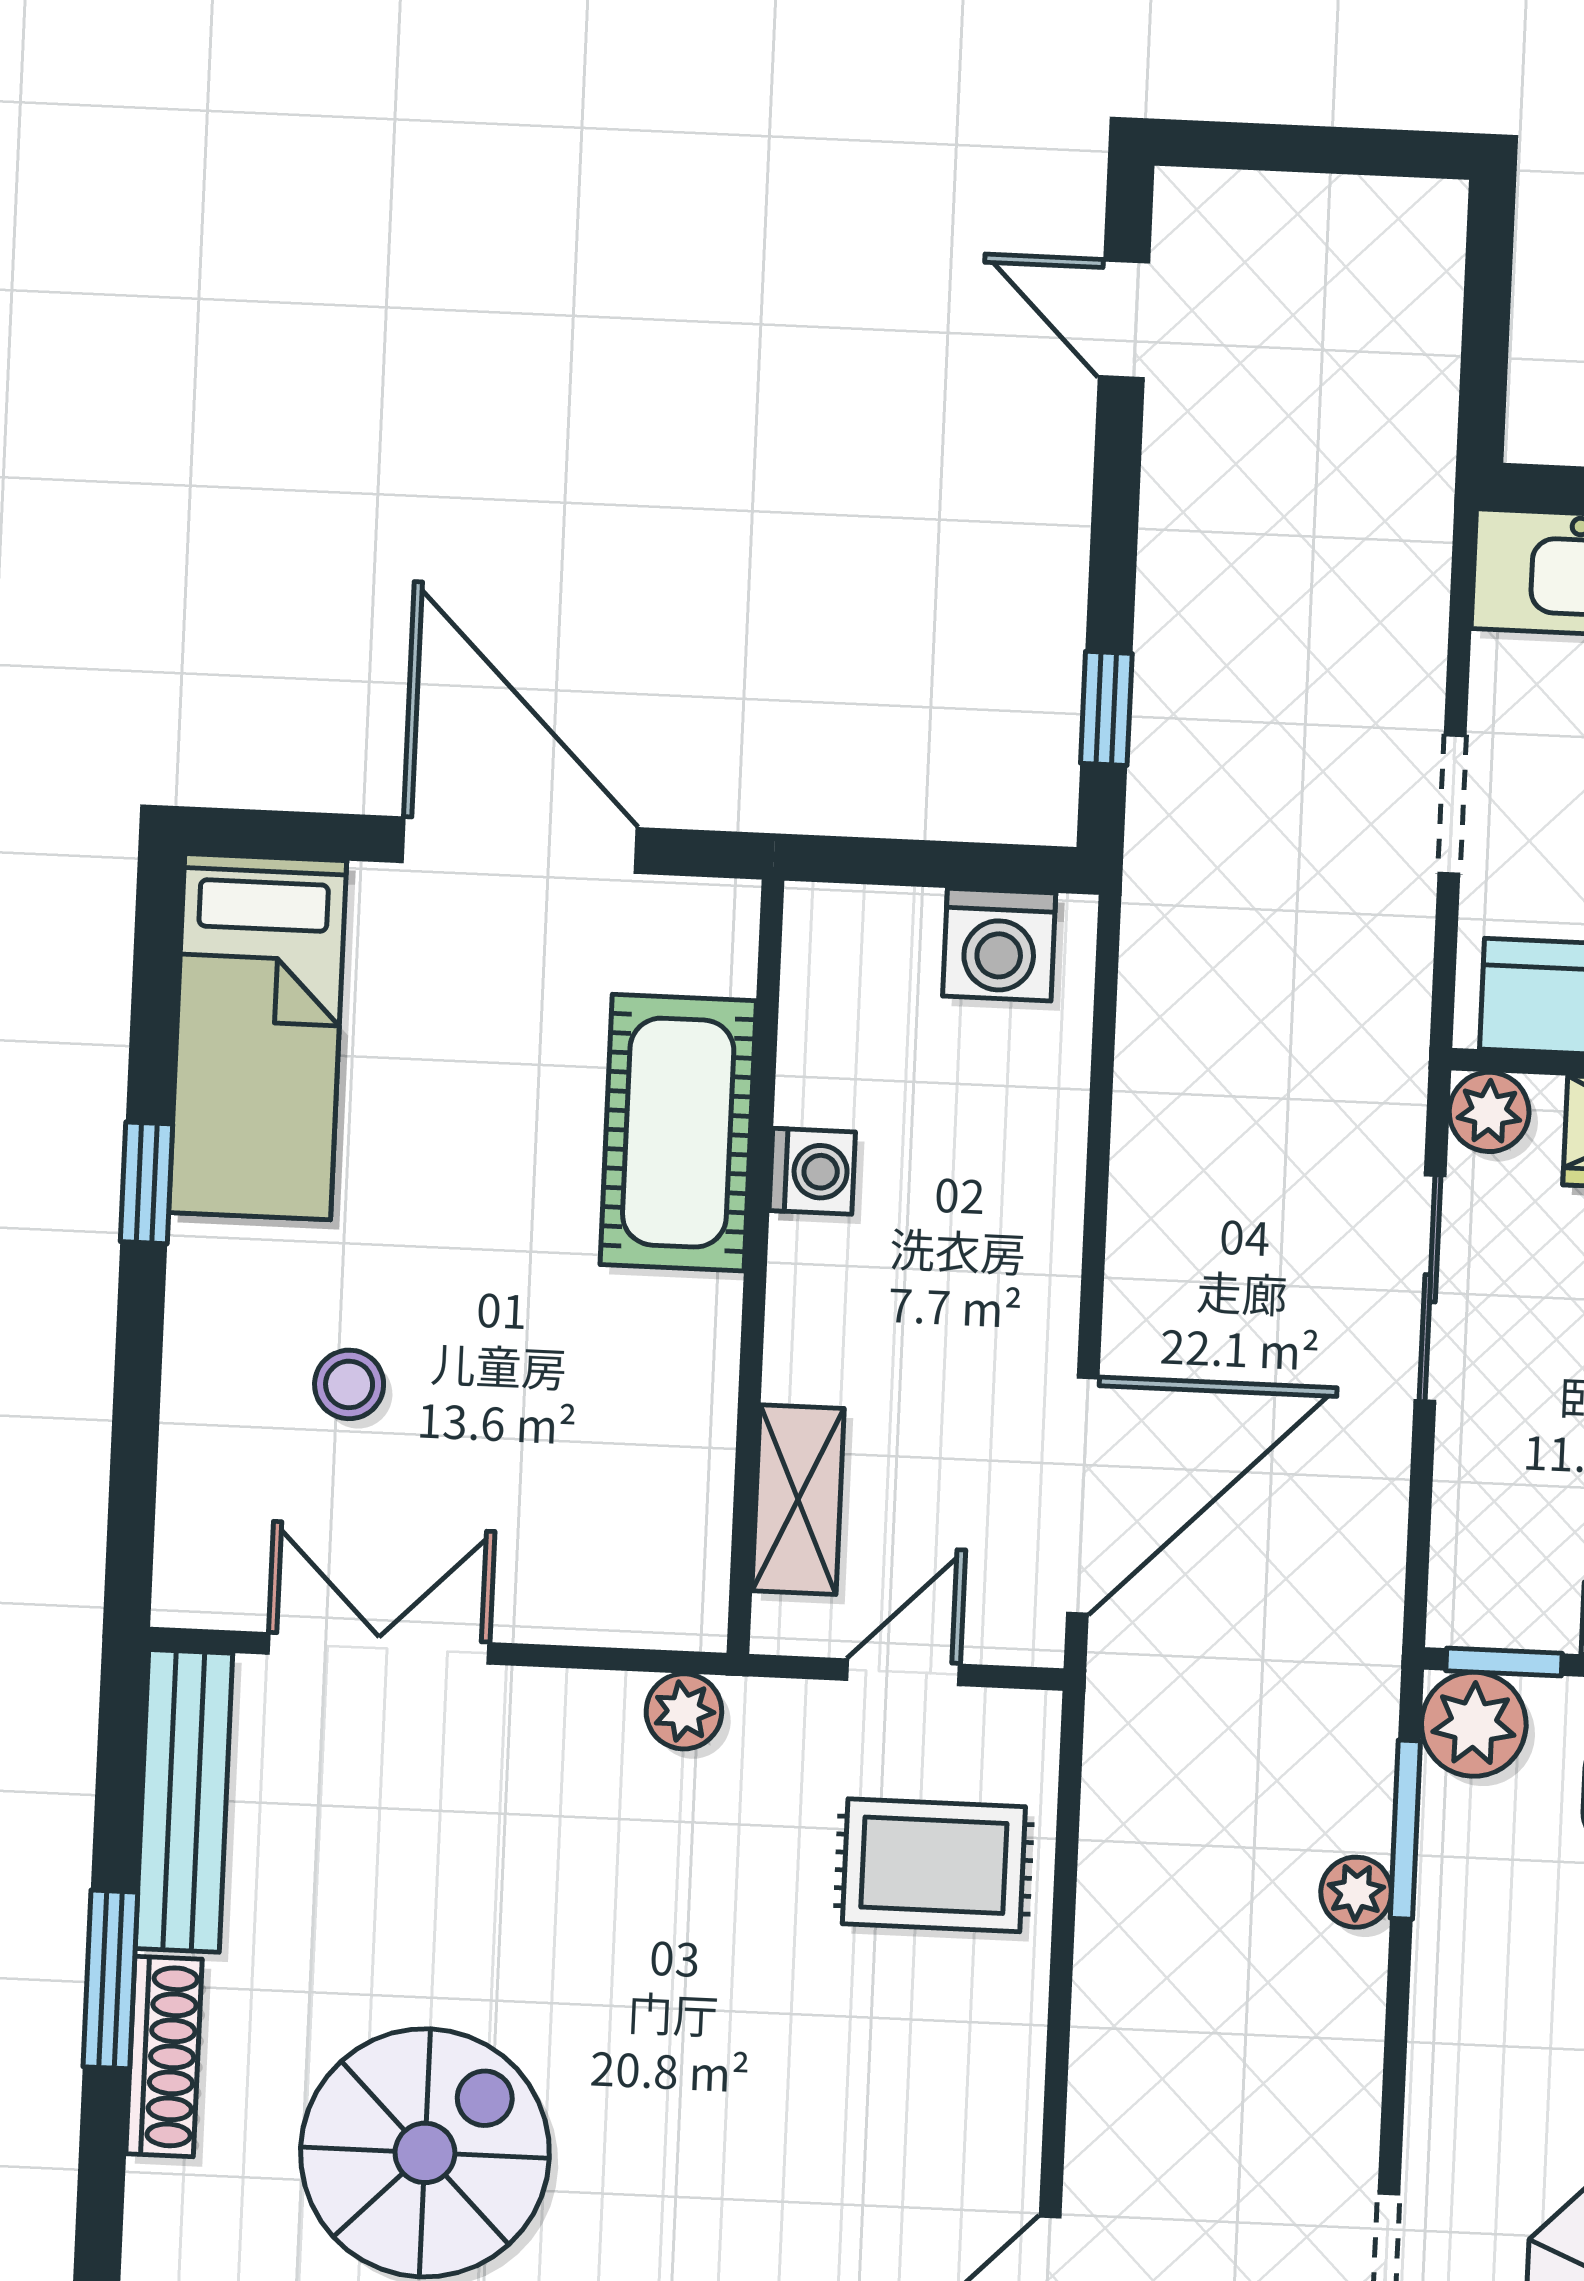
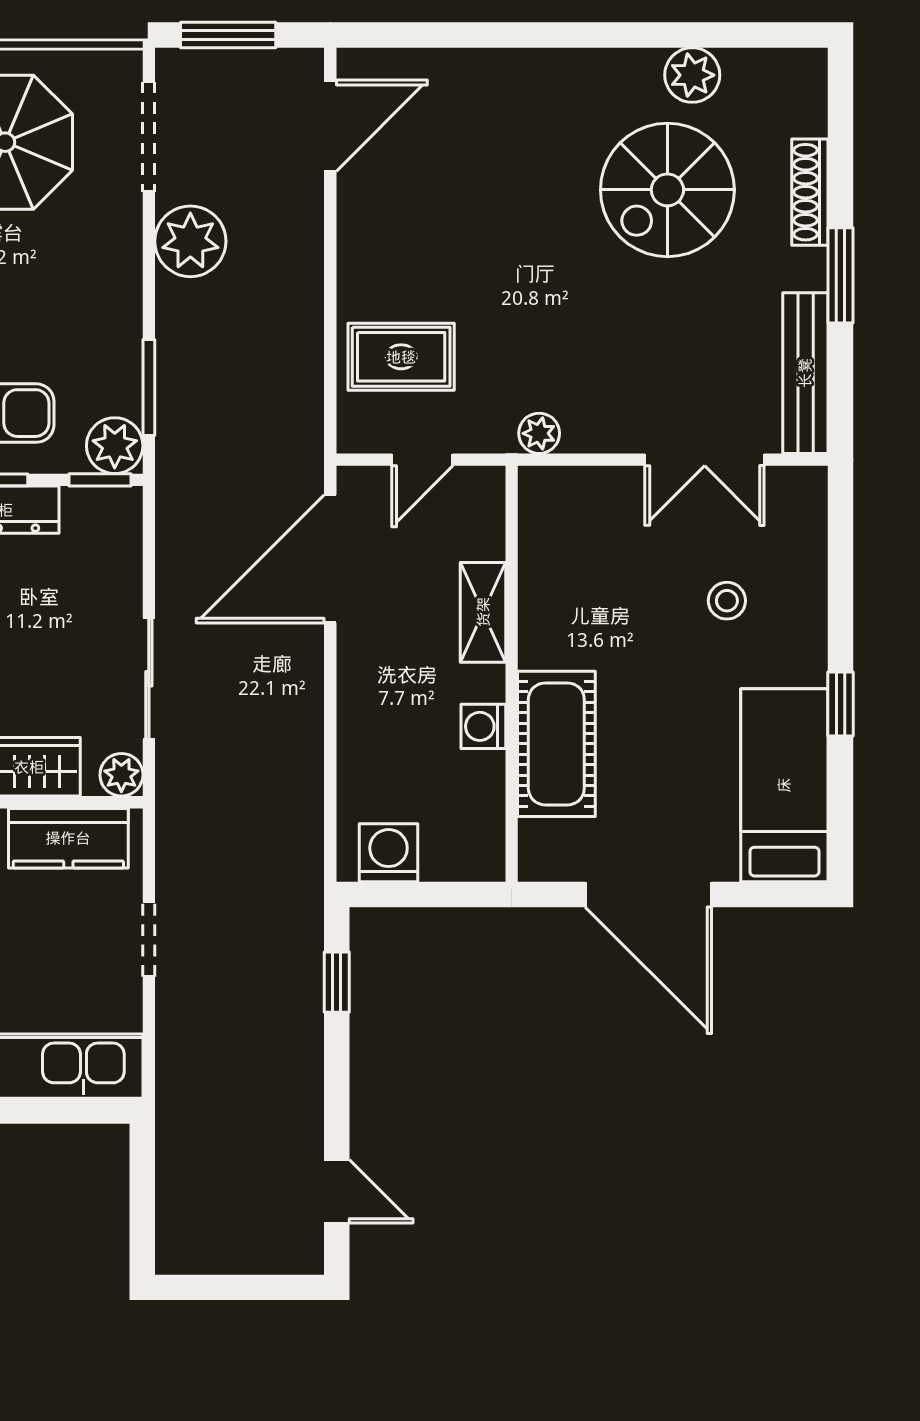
shelving: (798, 1500) -> (483, 612), moved
plant: (1356, 1892) -> (190, 241), moved, width x1.88, depth x1.88
shoe rack: (164, 2056) -> (810, 192), moved

